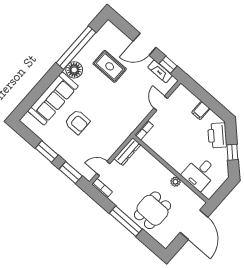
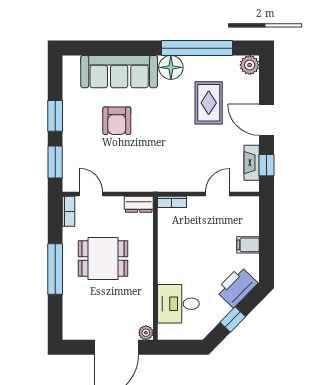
plant: (109, 28) -> (250, 65), added
dresser: (127, 152) -> (139, 204), width x0.70
plant: (176, 182) -> (146, 333), moved
dining table: (152, 210) -> (103, 258), moved

